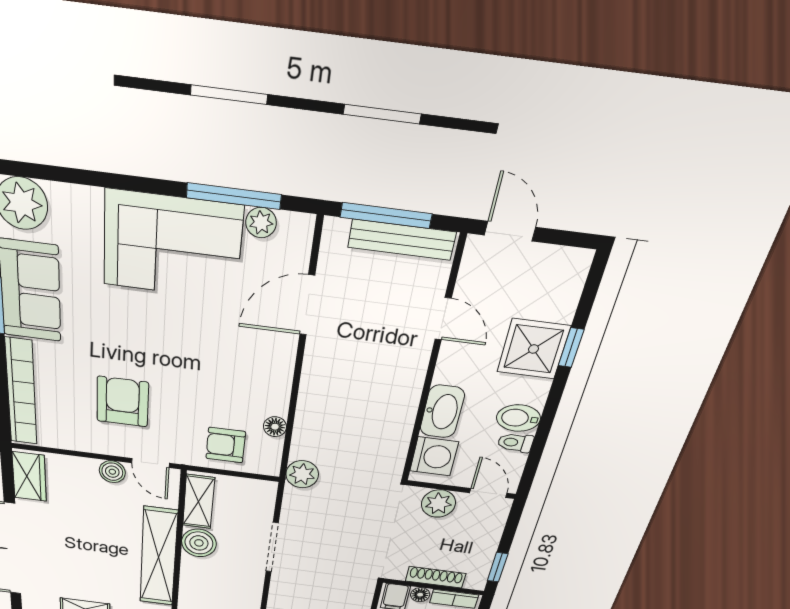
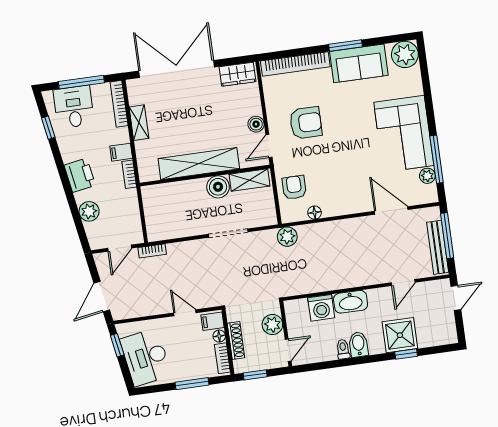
wall: (461, 490) -> (286, 334), moved
door: (488, 493) -> (288, 350), moved
plant: (438, 504) -> (272, 325), moved

